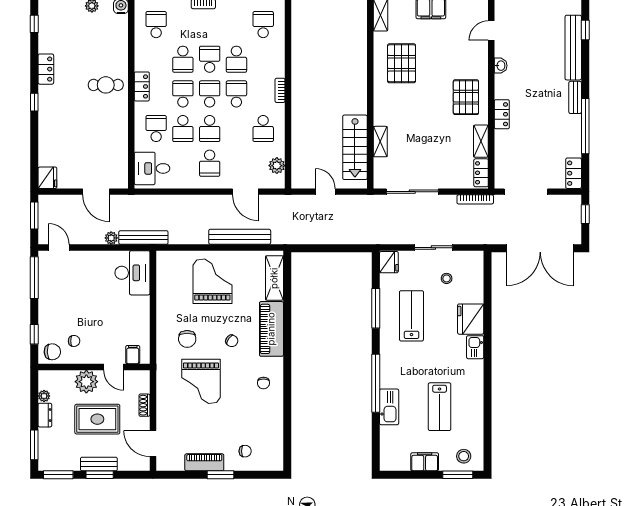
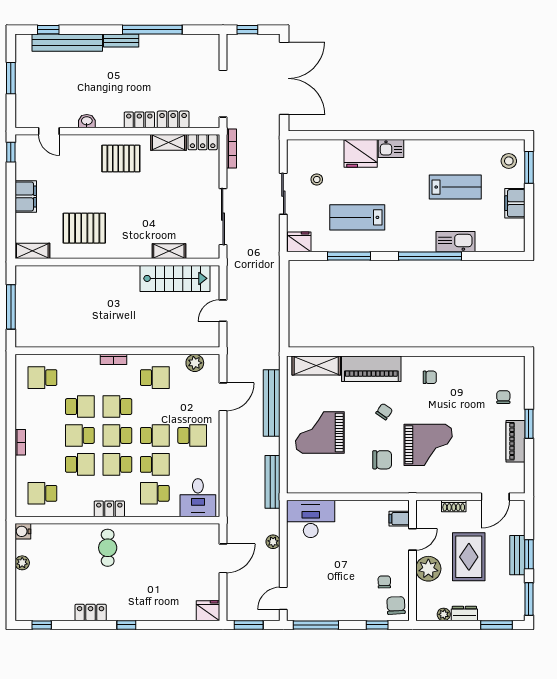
locker: (574, 173) -> (173, 119), moved, turned 180
bench: (143, 238) -> (273, 482), moved

